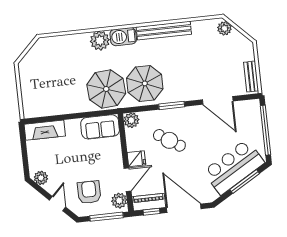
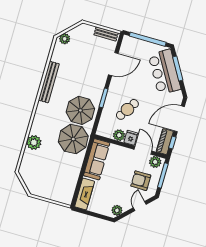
barbecue: (123, 37) -> (41, 112), removed
plant: (100, 41) -> (34, 142), moved
plant: (131, 120) -> (119, 135), moved
sofa: (100, 127) -> (97, 159), width x1.36
door: (58, 204) -> (140, 206), hinge flipped

